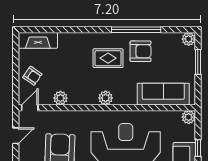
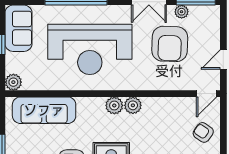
plant: (60, 98) -> (133, 105), moved

